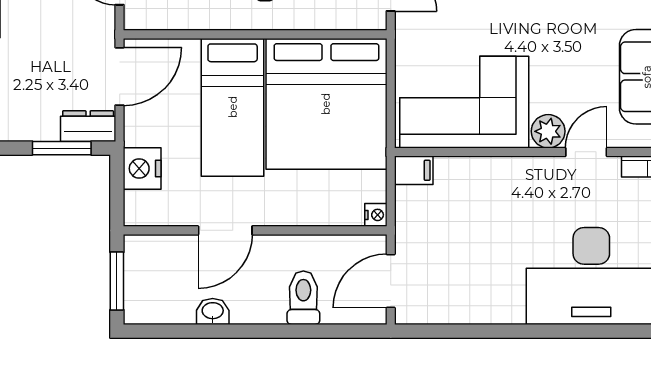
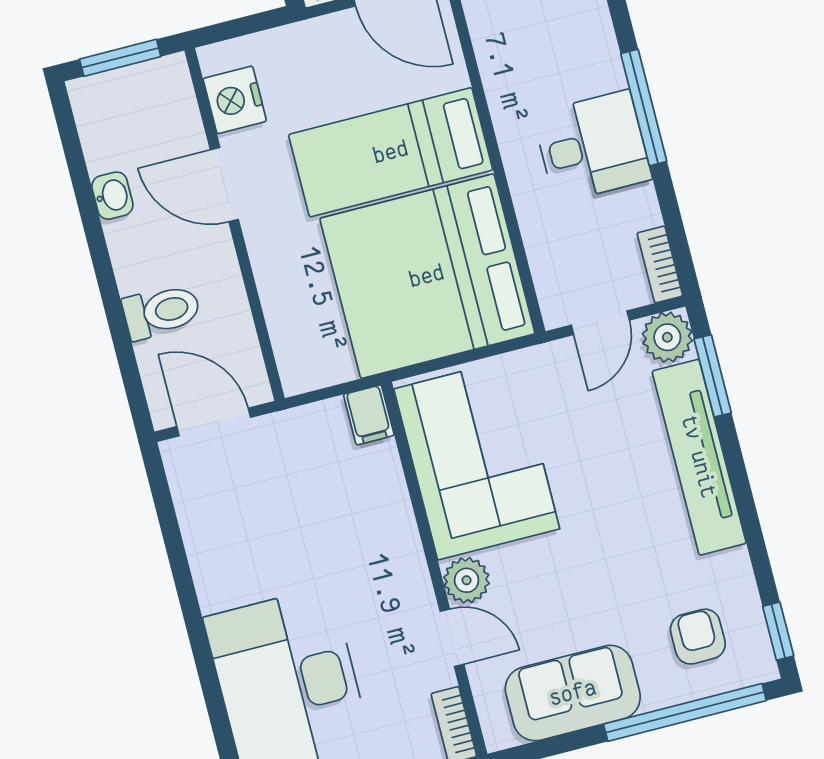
nightstand: (142, 168) -> (235, 100), moved, turned -90
nightstand: (376, 215) -> (296, 380), removed

